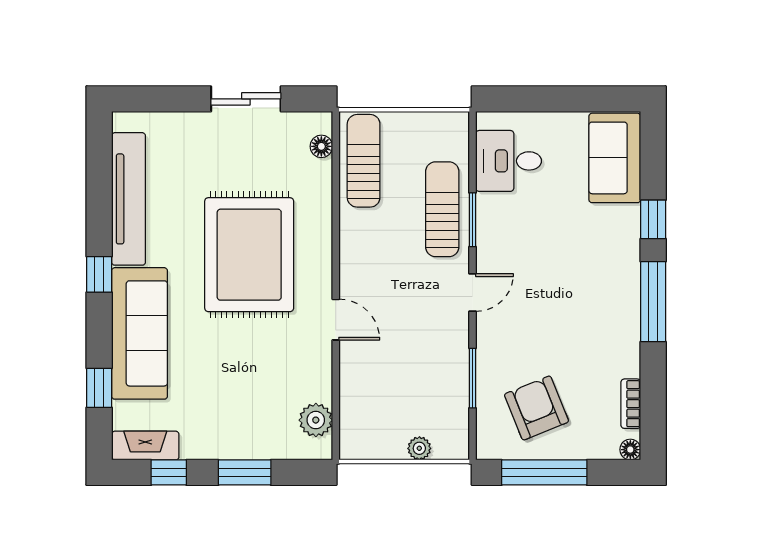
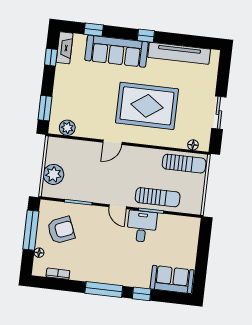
desk: (509, 161) -> (142, 226), moved
plant: (419, 448) -> (53, 174), width x1.88, depth x1.88
floor lamp: (630, 450) -> (39, 253), moved
window: (245, 472) -> (45, 108), moved

